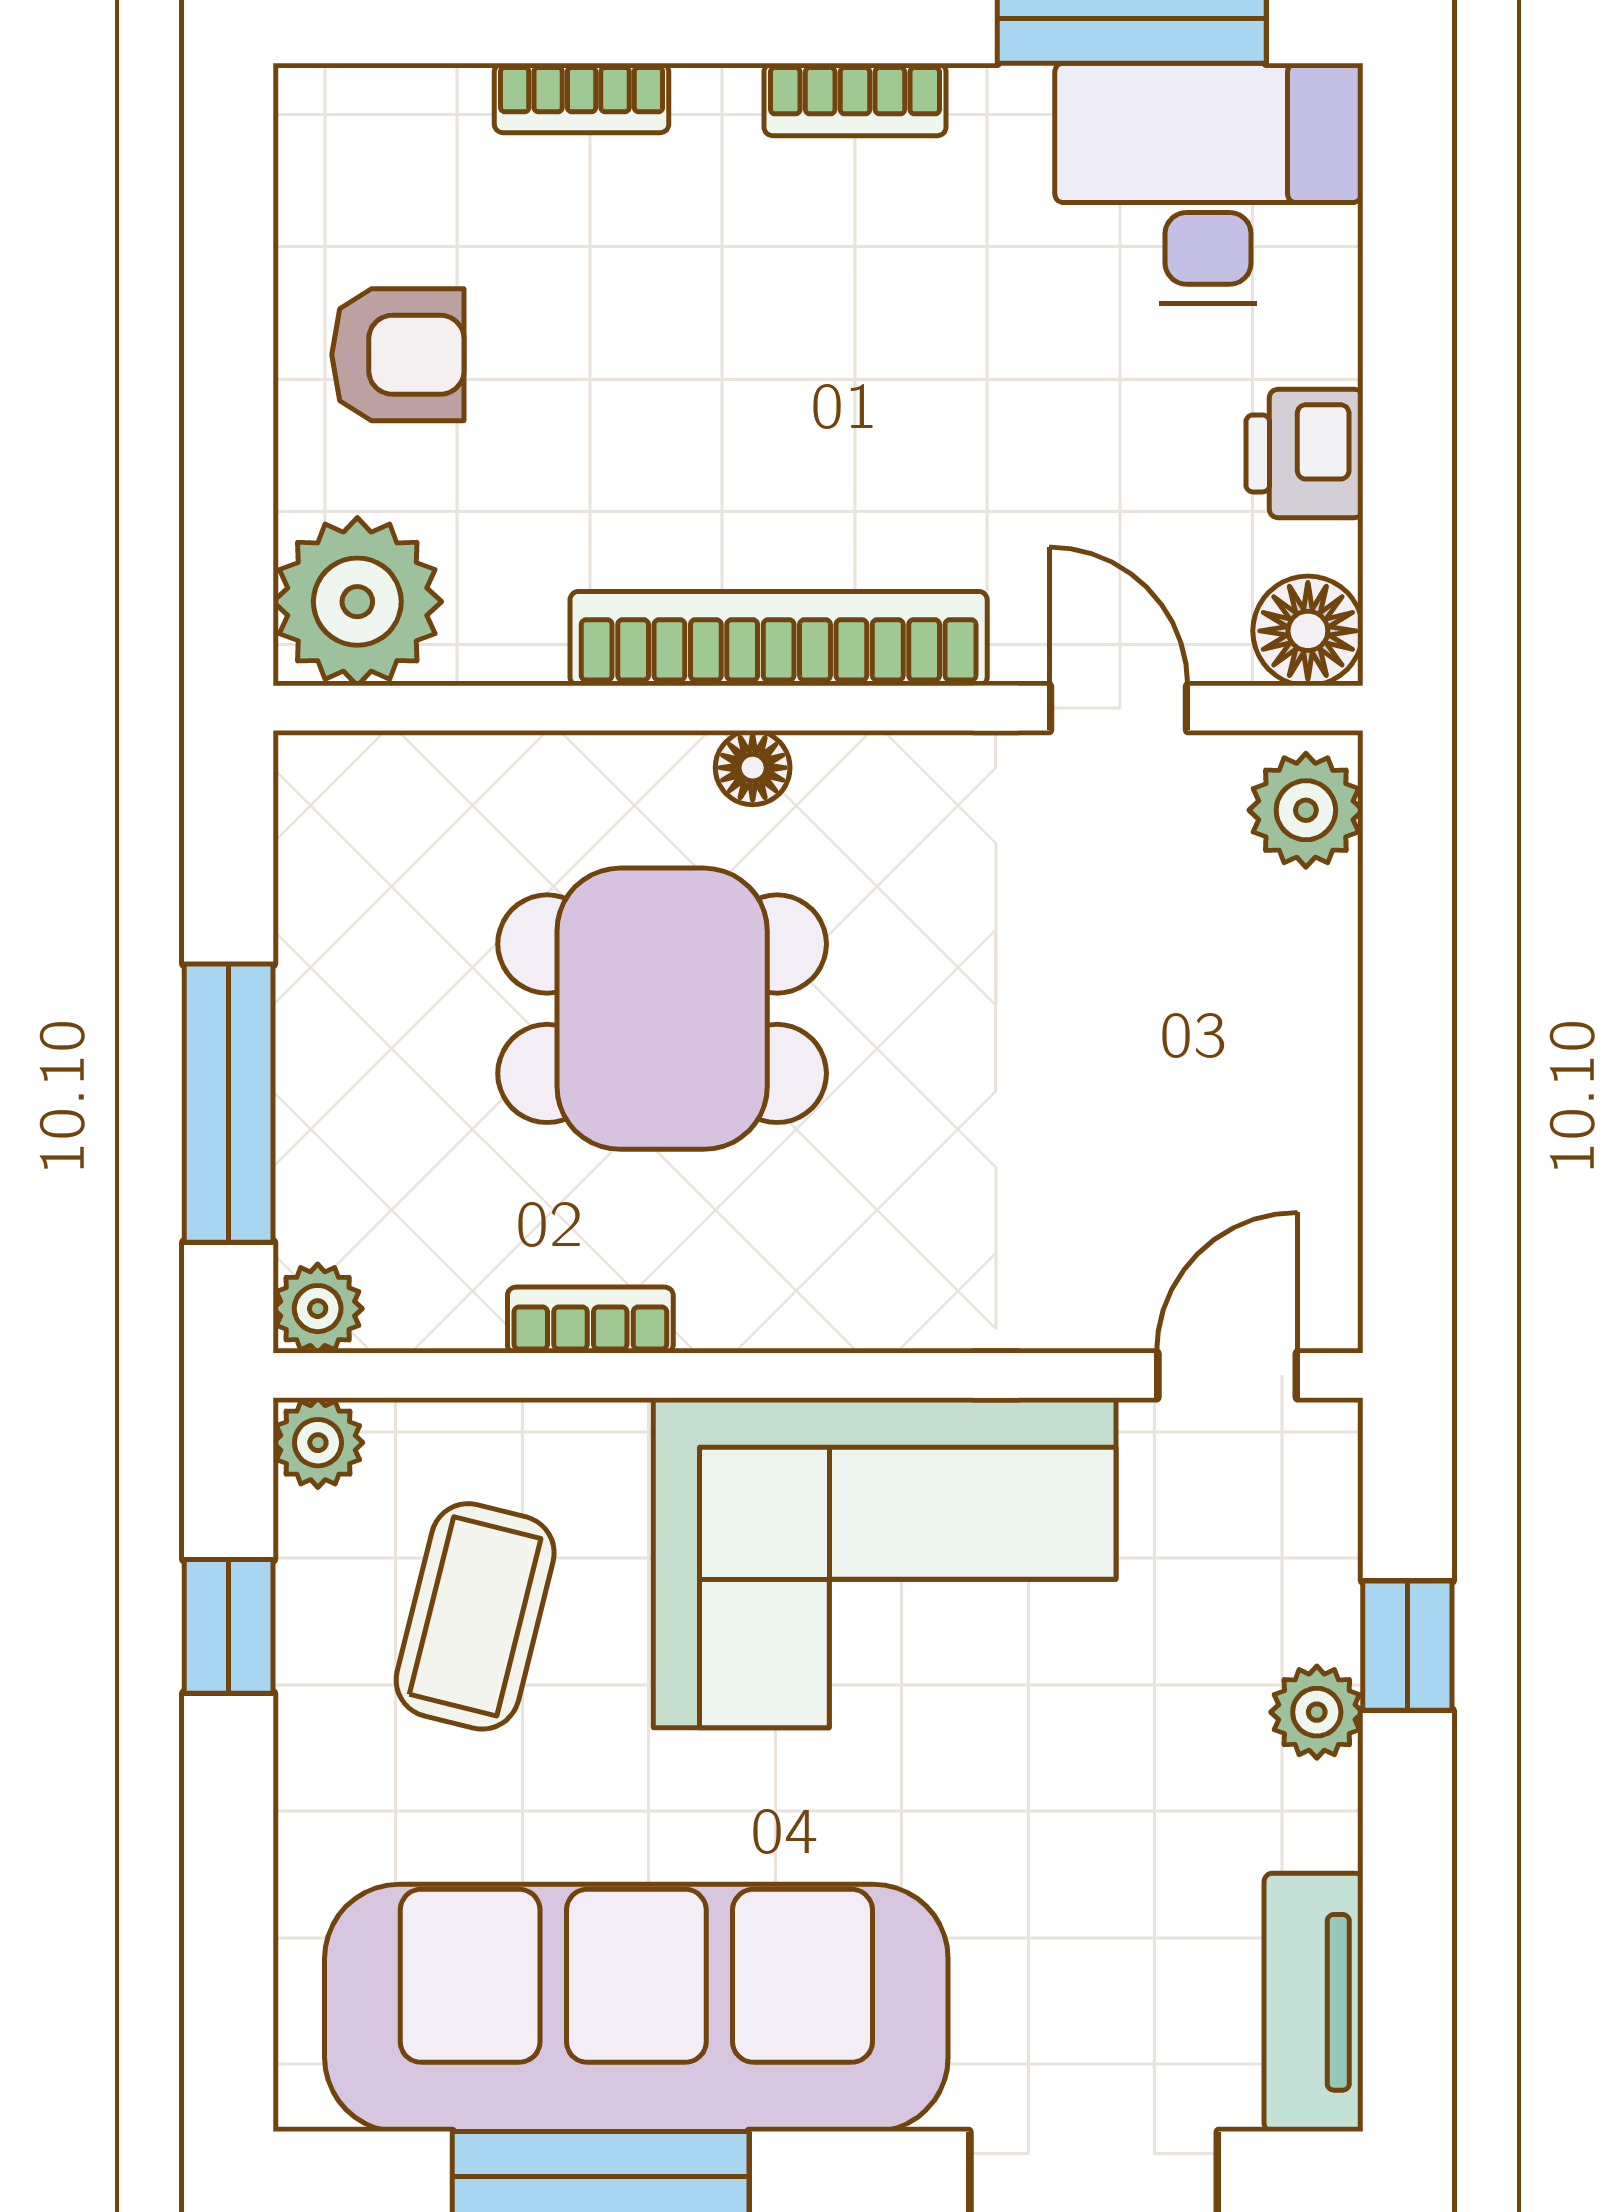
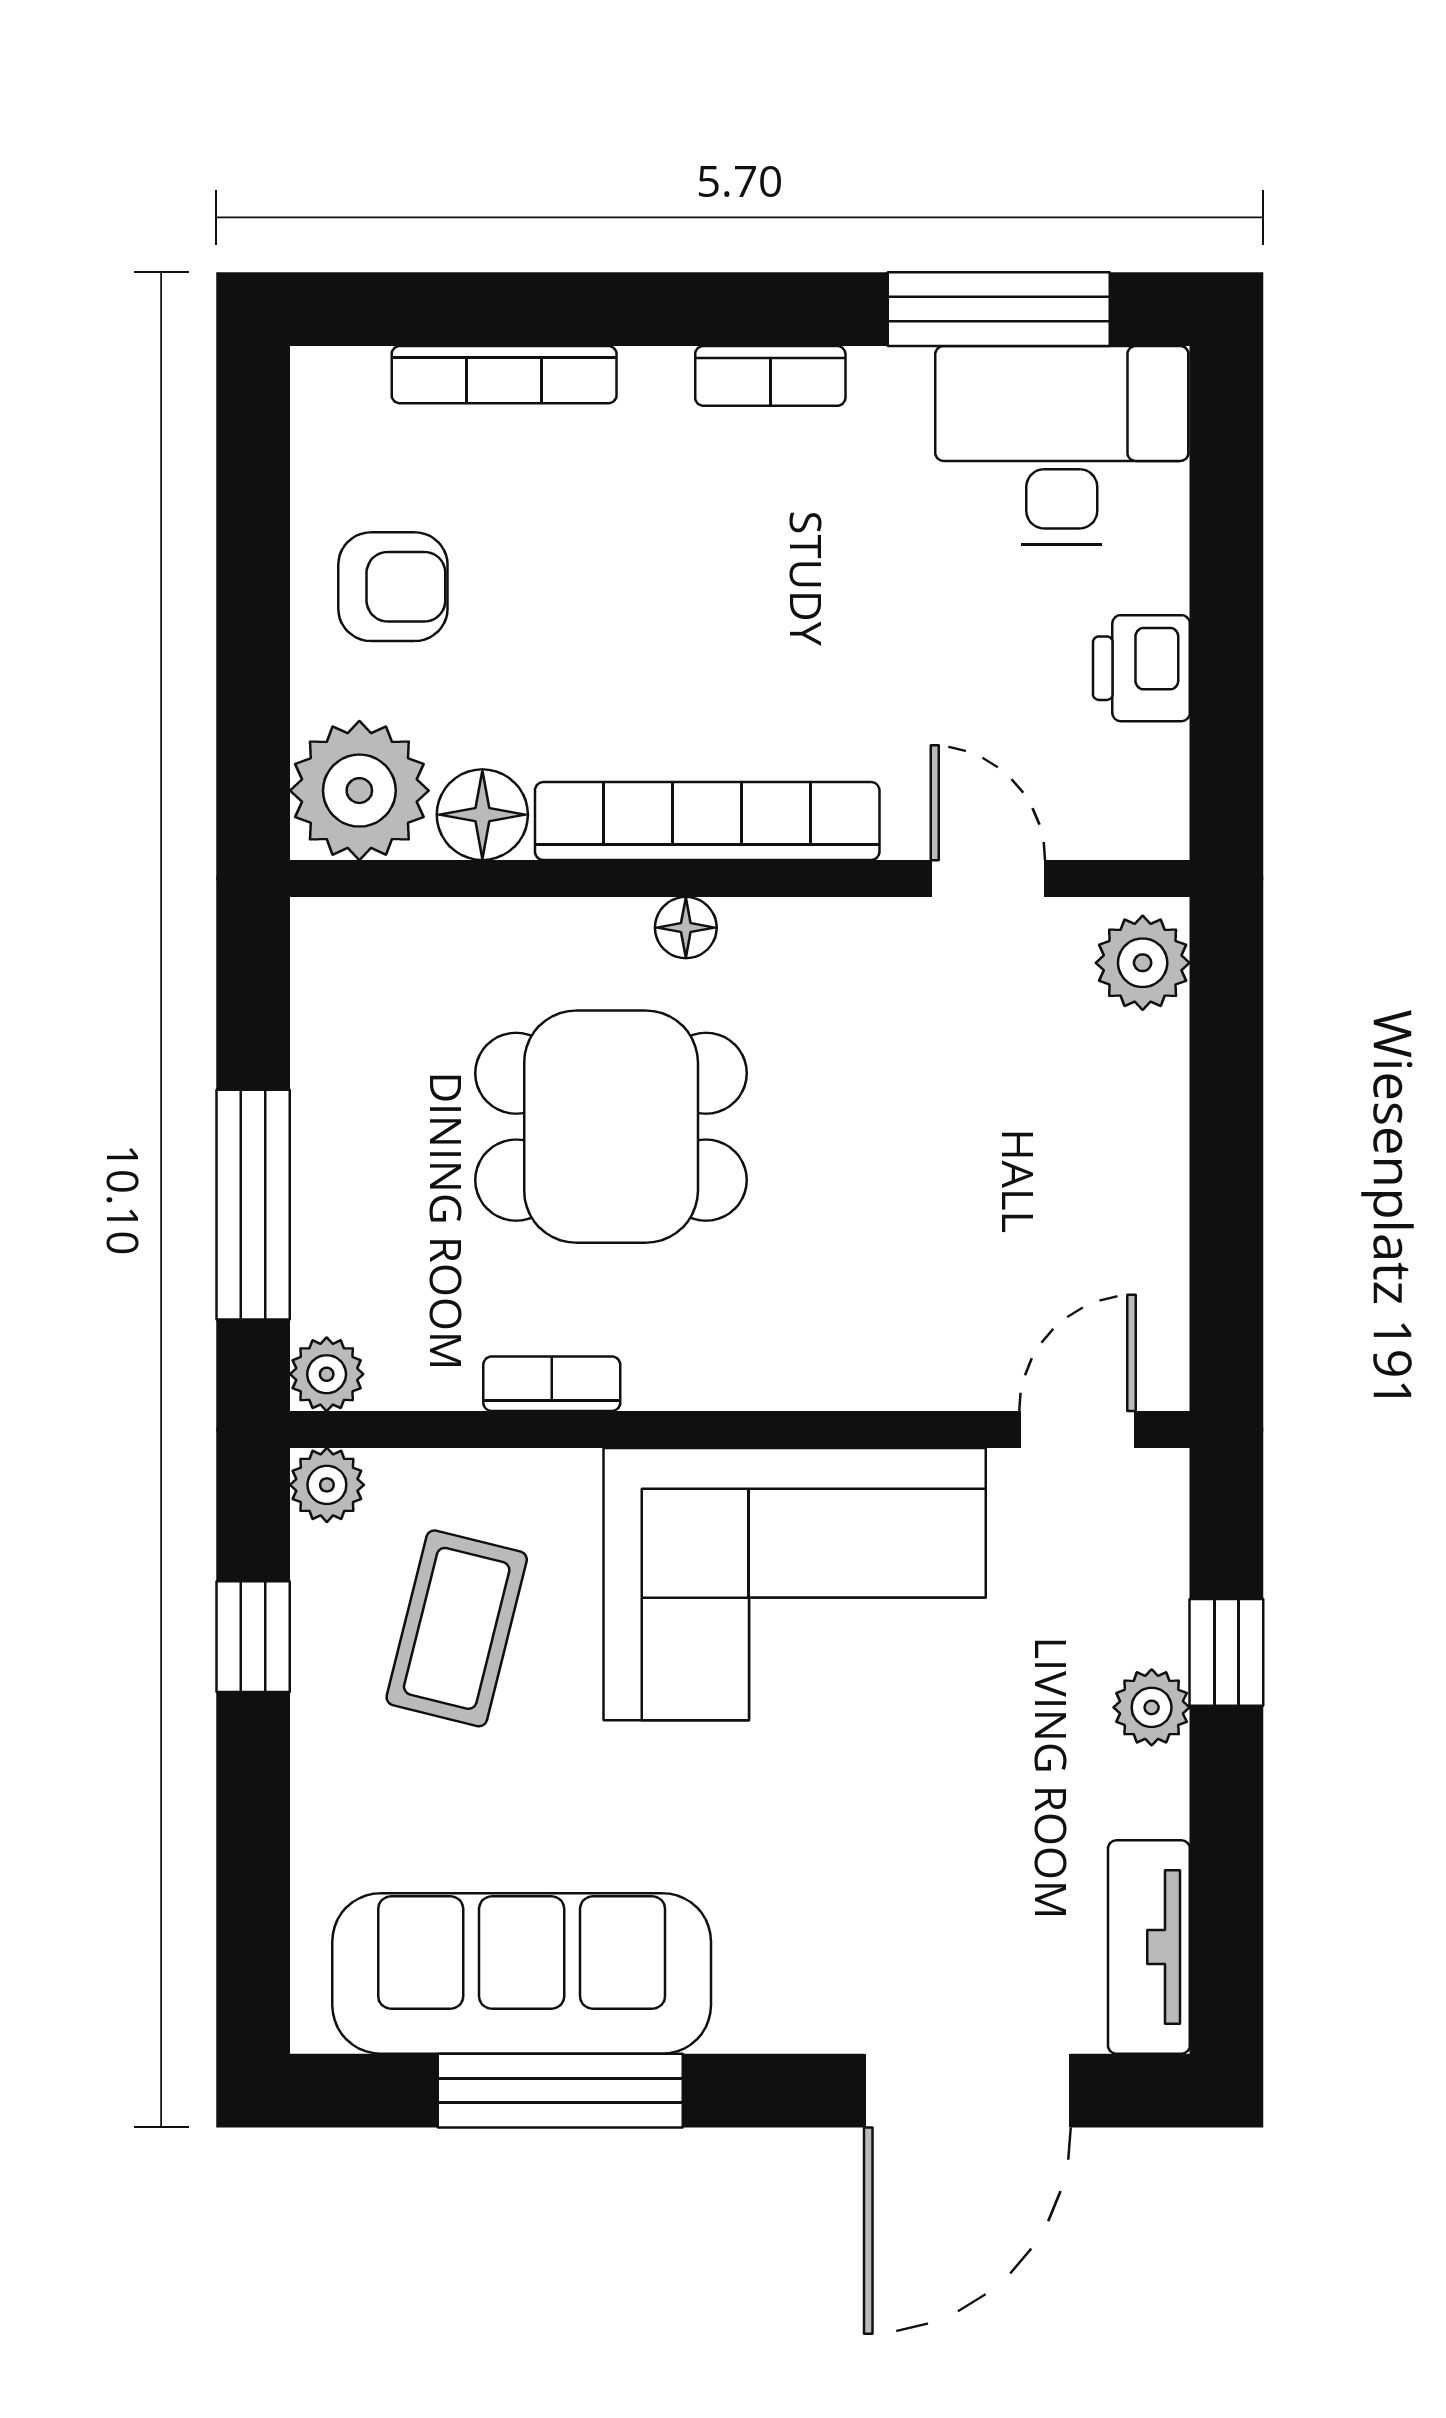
bookcase: (582, 98) -> (504, 375), width x1.56
floor lamp: (1308, 631) -> (482, 815), moved
sofa: (636, 2008) -> (522, 1973), width x0.74, depth x0.79

